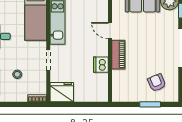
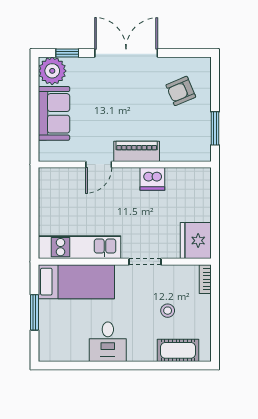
window: (150, 104) -> (215, 128), moved

